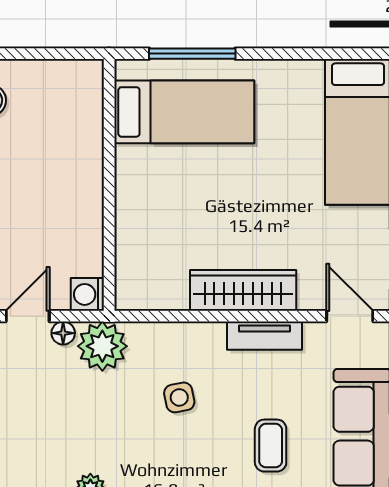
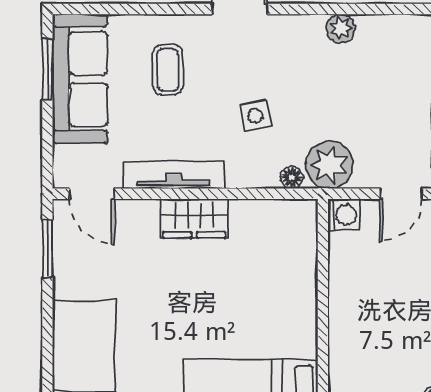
wardrobe: (243, 290) -> (194, 218), width x0.67
floor lamp: (63, 333) -> (292, 178), moved
tv unit: (264, 336) -> (174, 175), width x1.41

